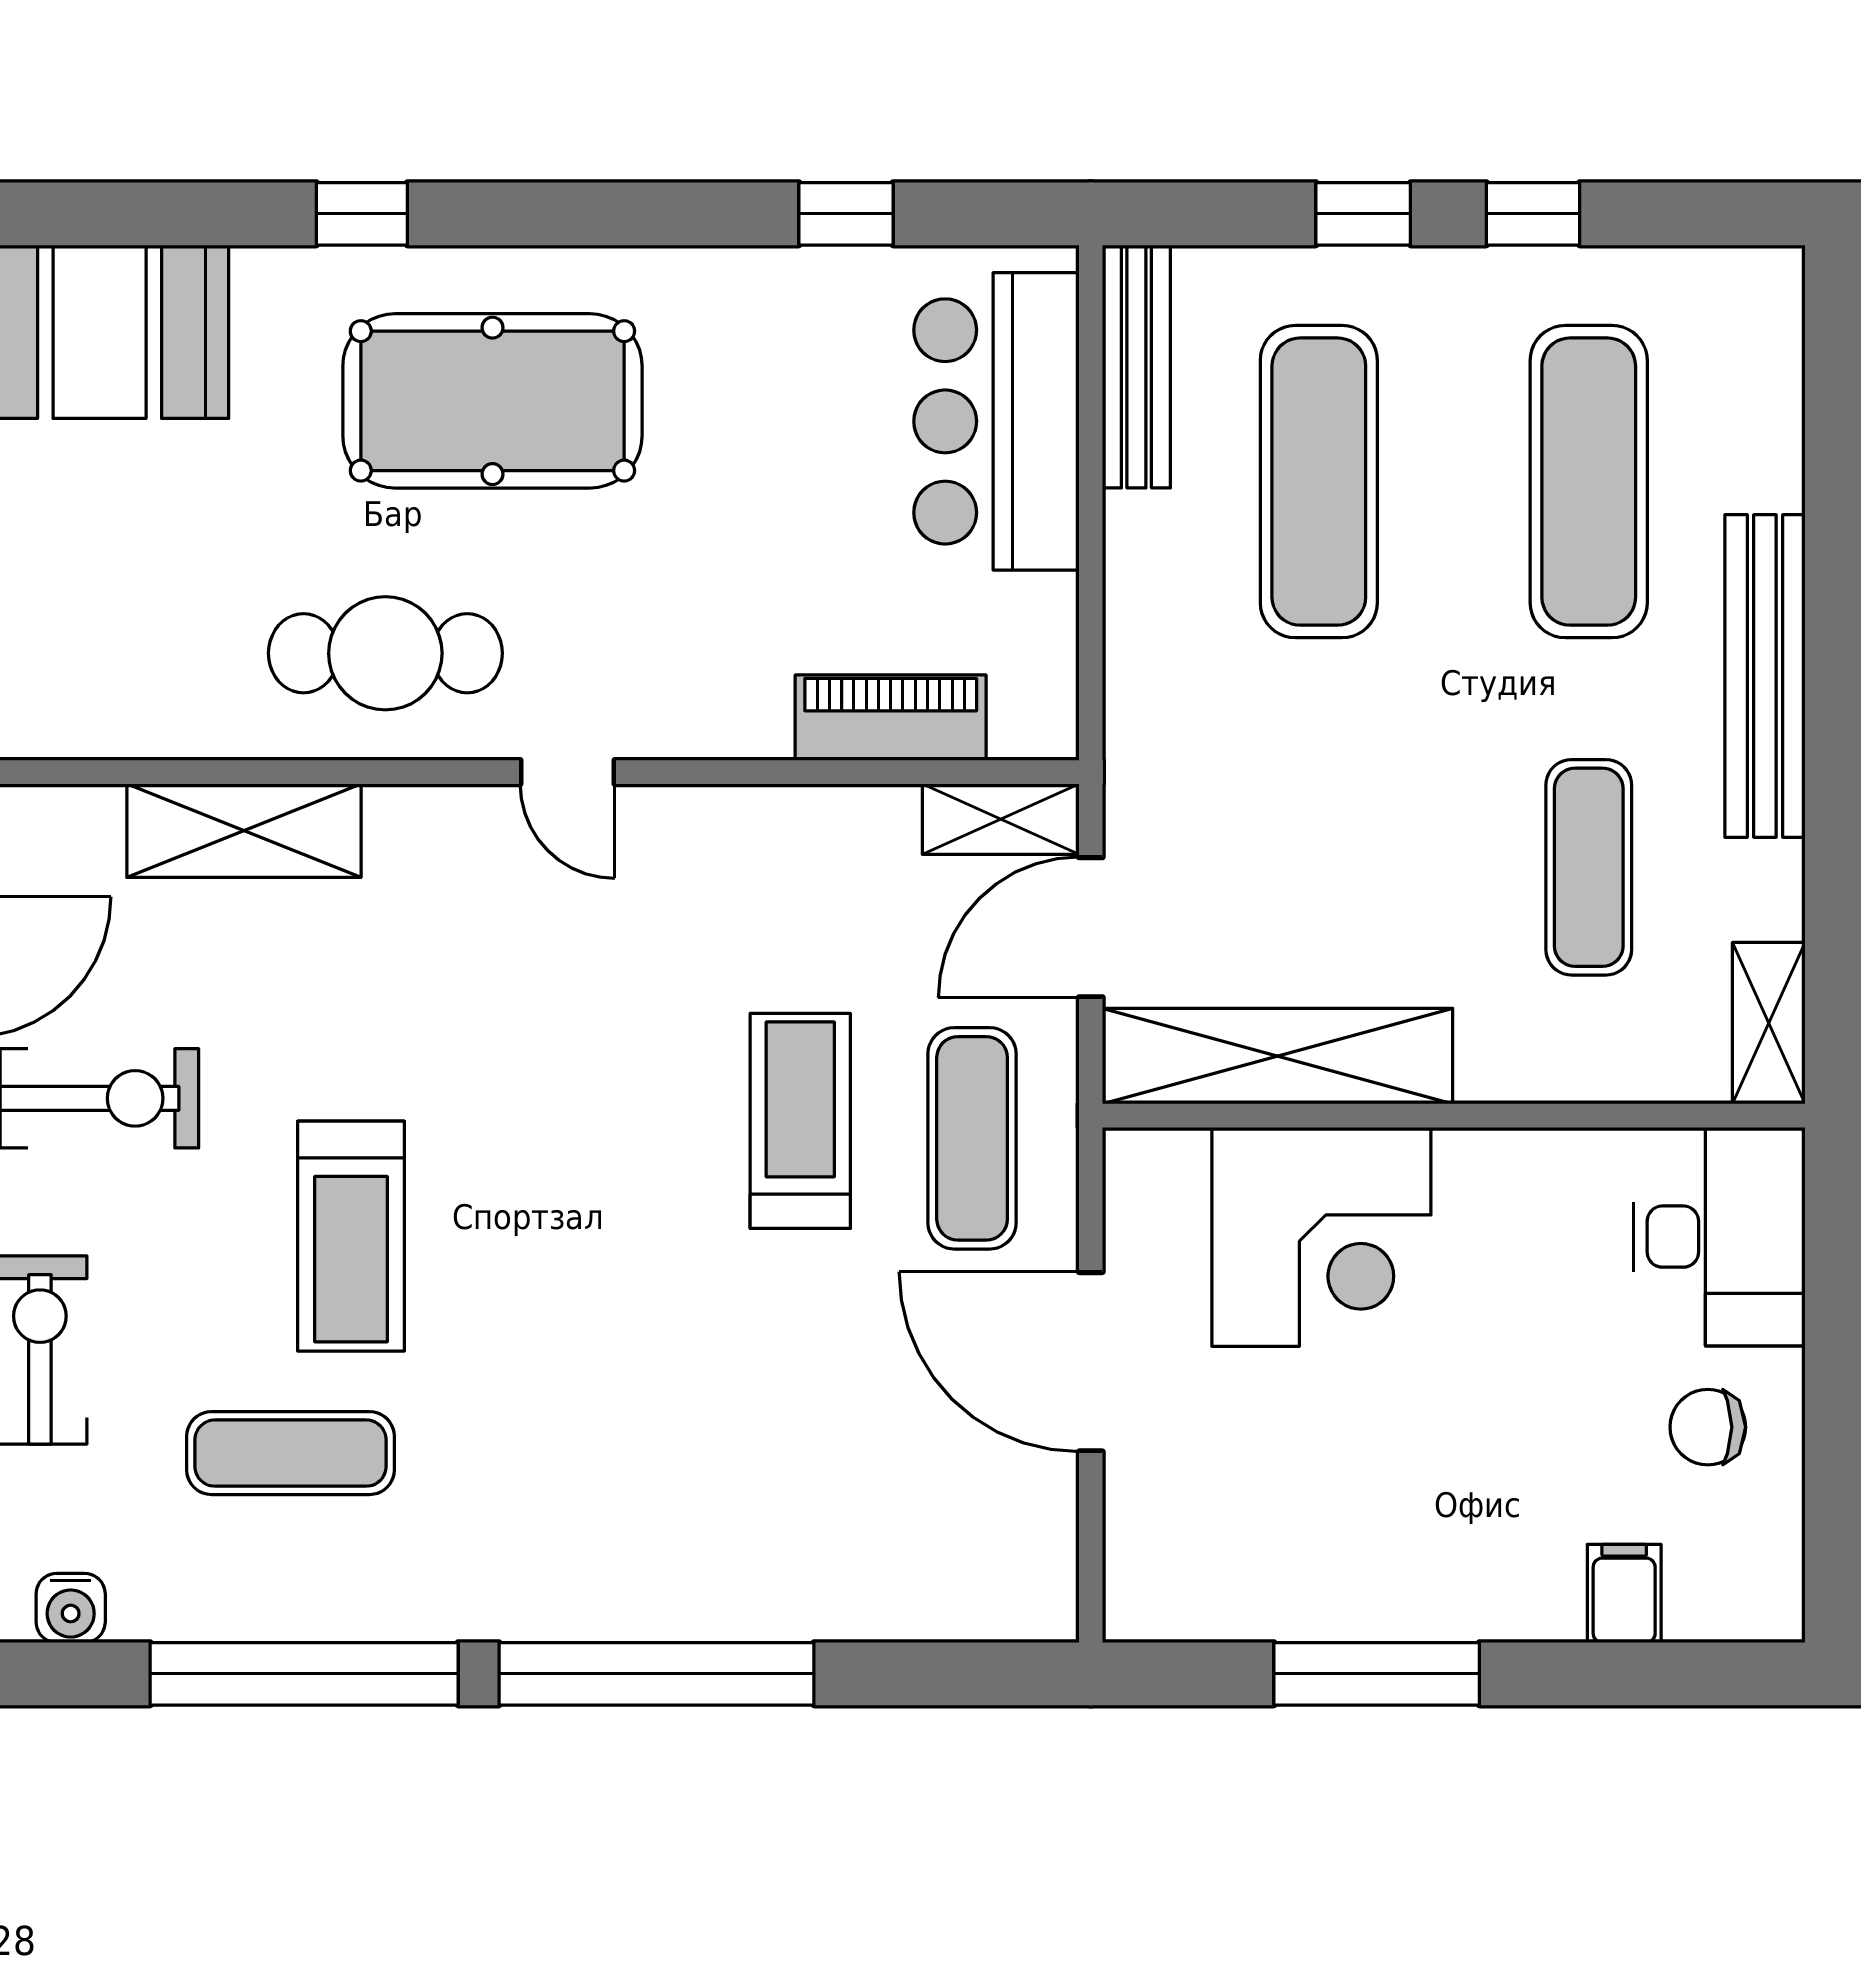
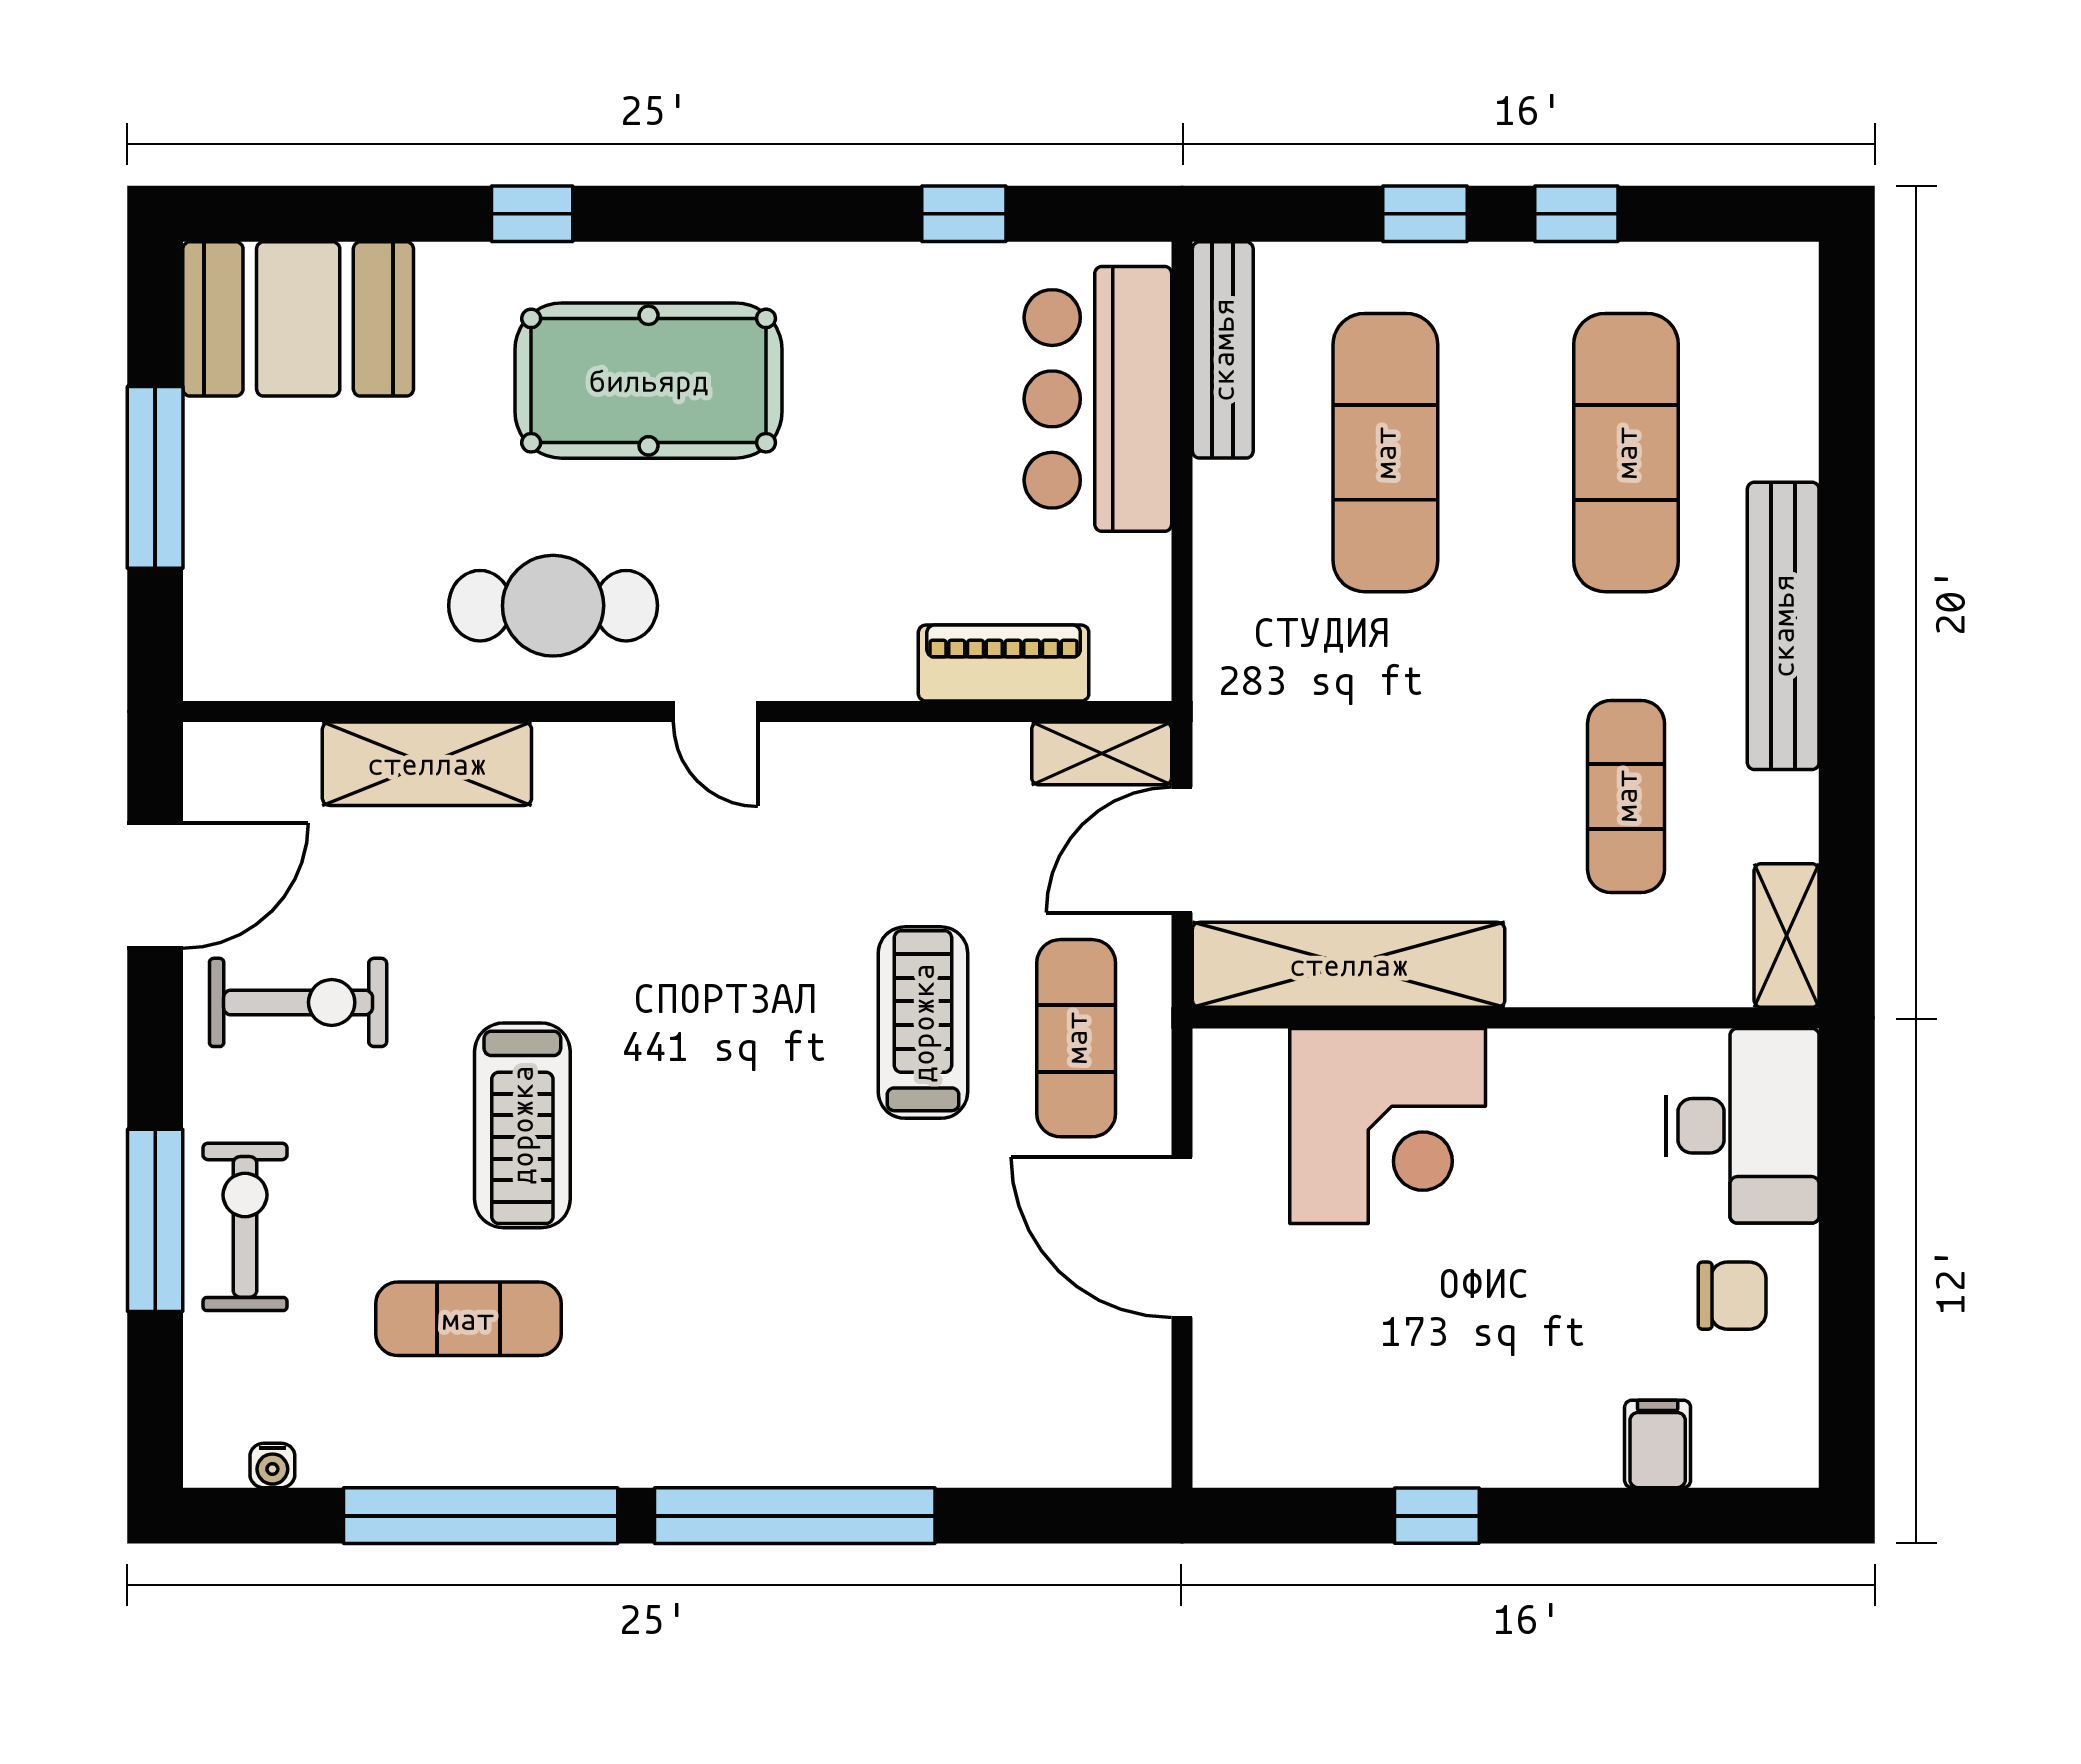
chair: (1708, 1427) -> (1732, 1296), turned 180
water cooler: (71, 1608) -> (272, 1465), width x0.72, depth x0.72
window: (1377, 1674) -> (1437, 1516), width x0.46

